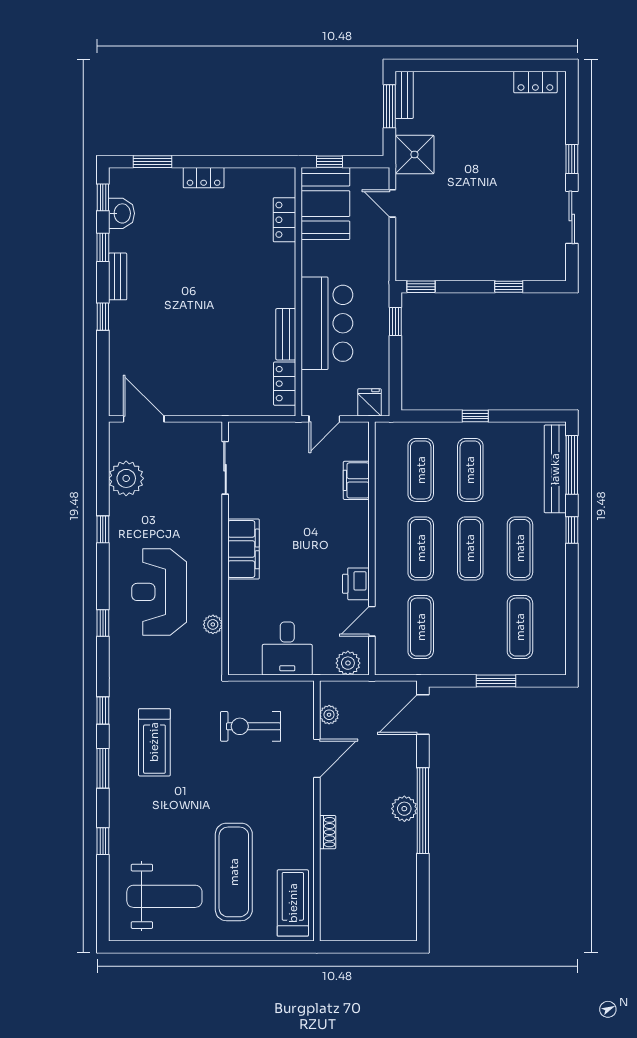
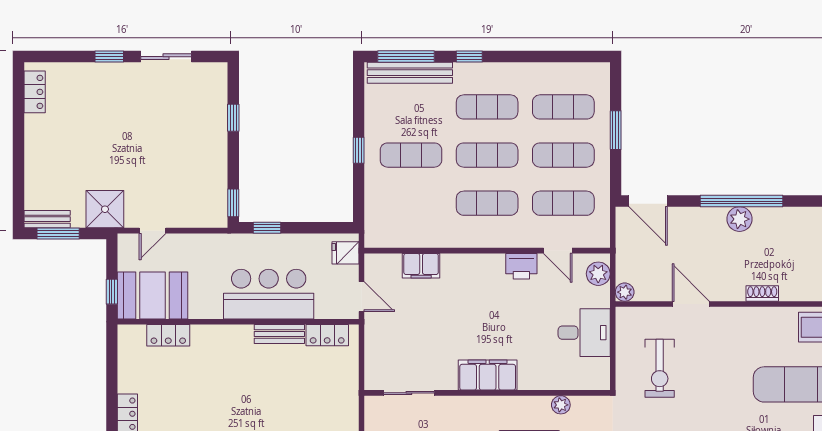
exercise mat: (421, 470) -> (563, 155), moved
plant: (329, 715) -> (625, 292), moved

